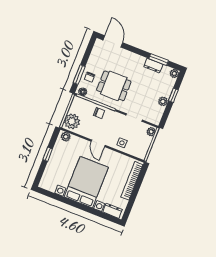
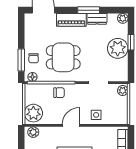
piano: (132, 58) -> (71, 20), added
window: (159, 60) -> (89, 10), moved
plant: (163, 101) -> (118, 48), width x1.87, depth x1.87
door: (98, 143) -> (71, 125), swing flipped

